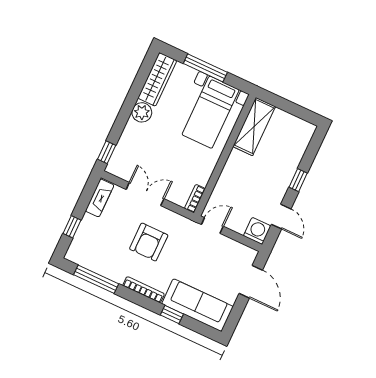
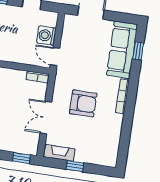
window: (72, 227) -> (75, 166), moved
washing machine: (257, 231) -> (46, 36), moved
window: (96, 279) -> (125, 137), removed
window: (172, 315) -> (138, 51), moved

